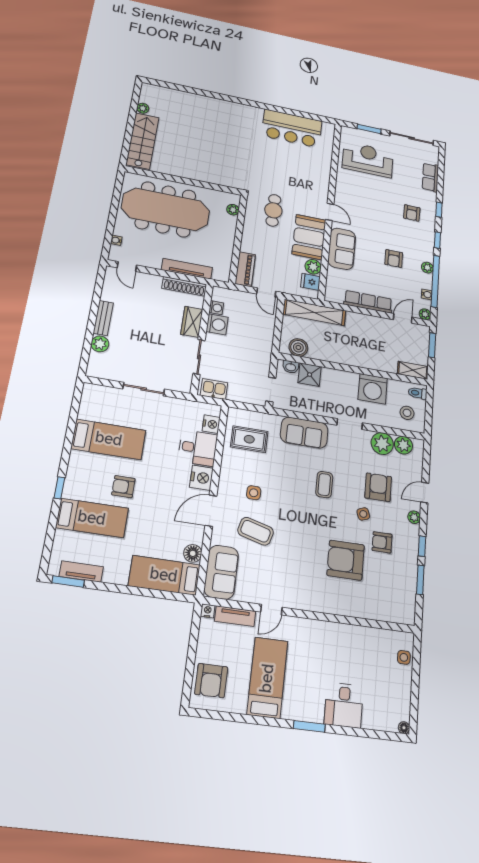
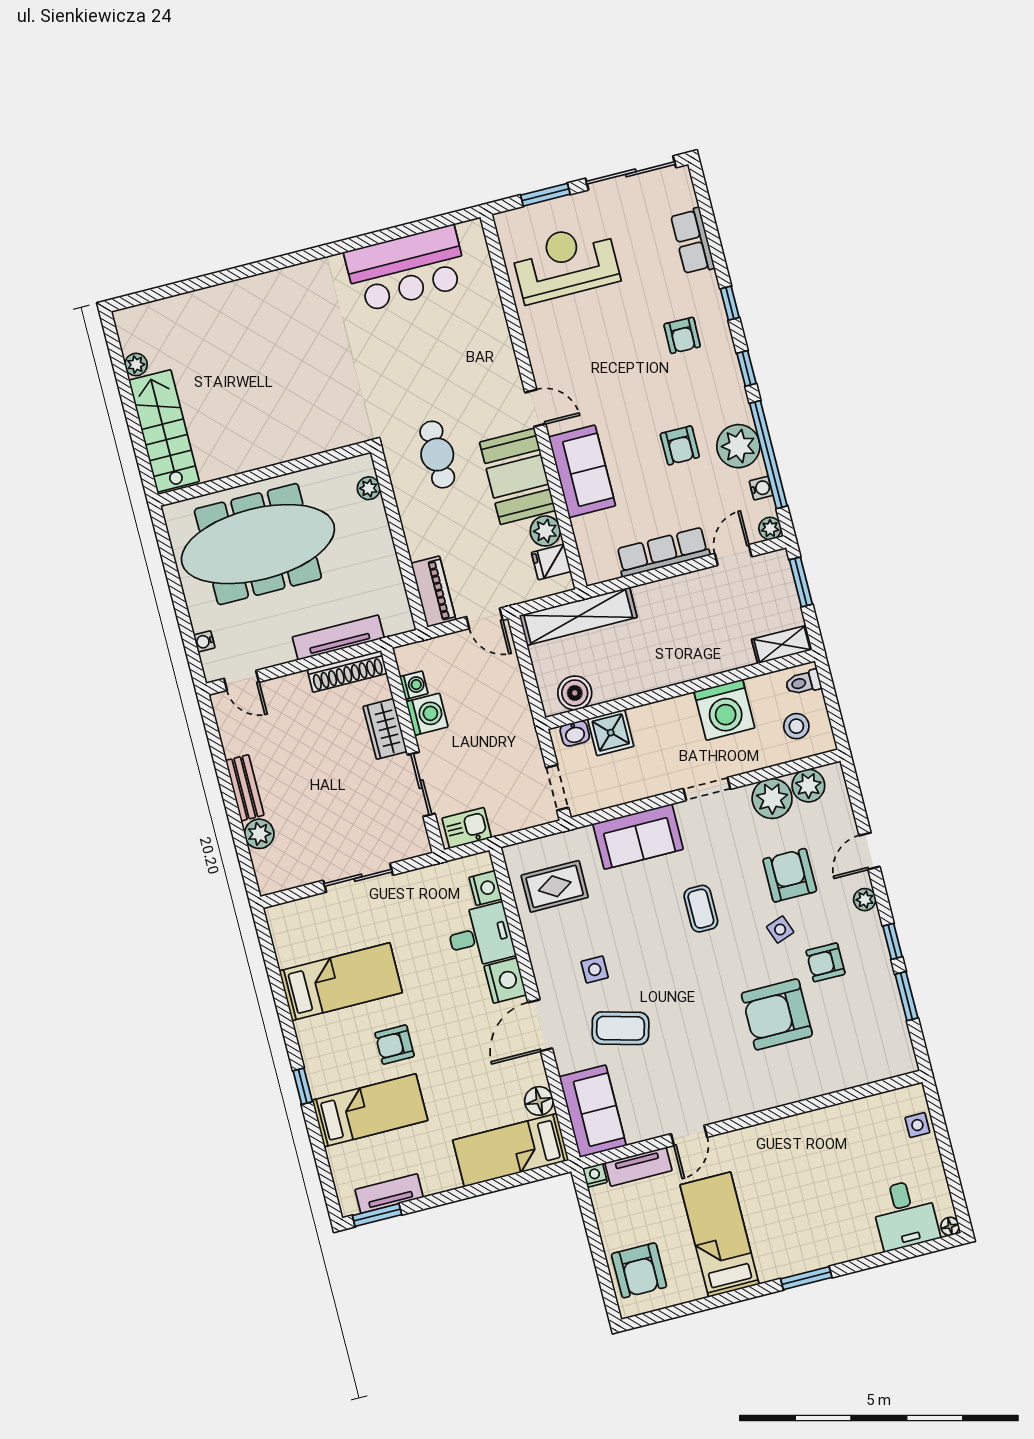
plant: (427, 268) -> (738, 446), width x1.87, depth x1.87
desk: (344, 705) -> (905, 1215), moved

